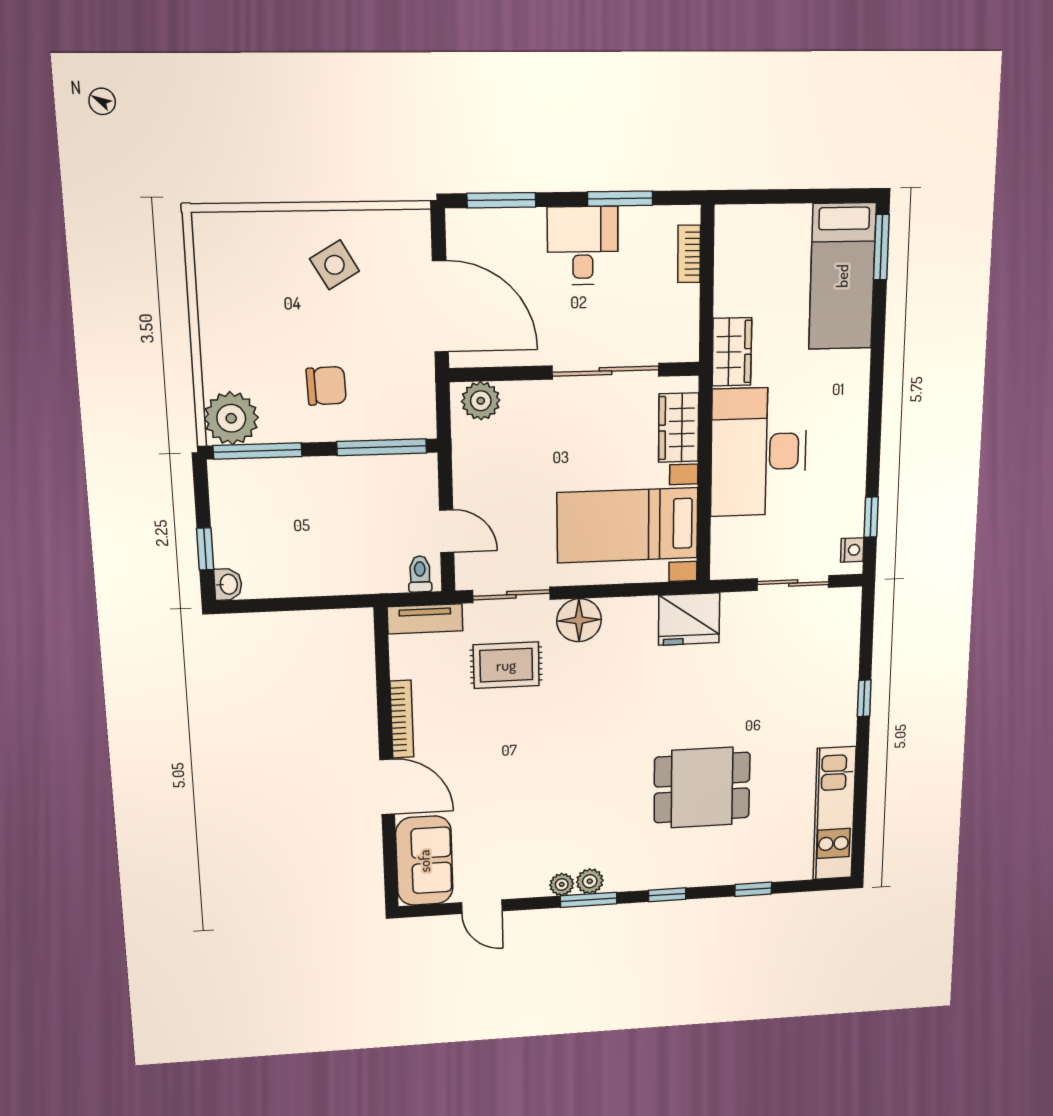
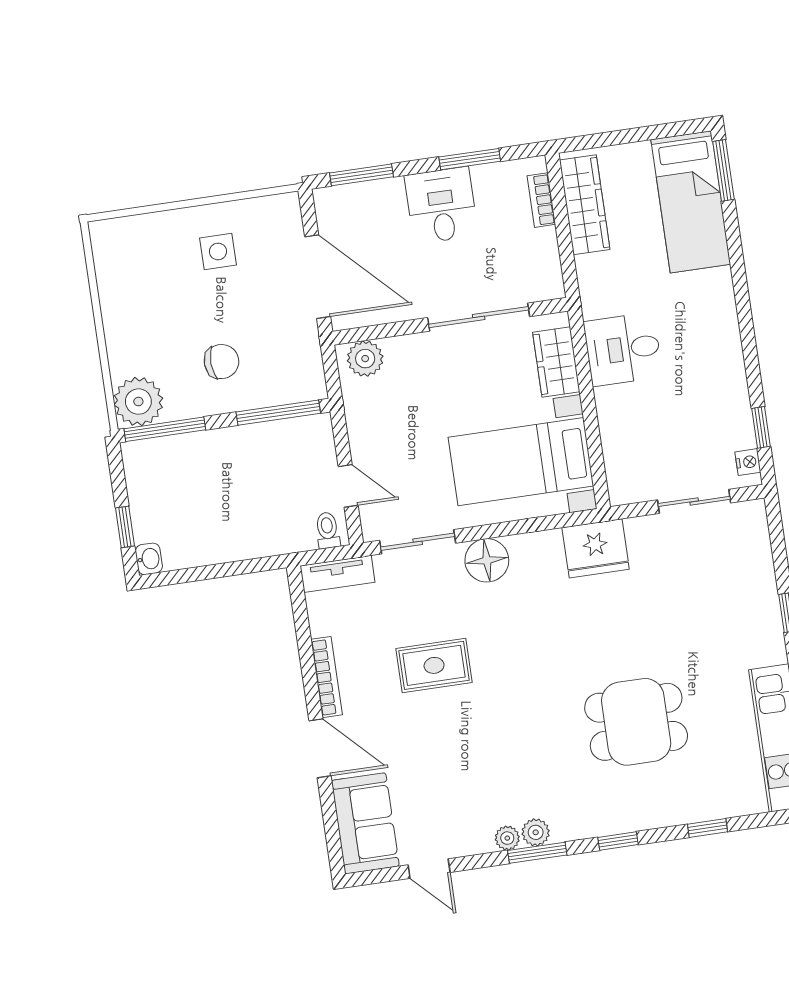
side table: (335, 265) -> (218, 251), turned 30
wardrobe: (732, 352) -> (585, 205), moved, width x1.50
desk: (759, 452) -> (623, 349), width x0.53, depth x0.77
rug: (506, 665) -> (434, 665), moved

